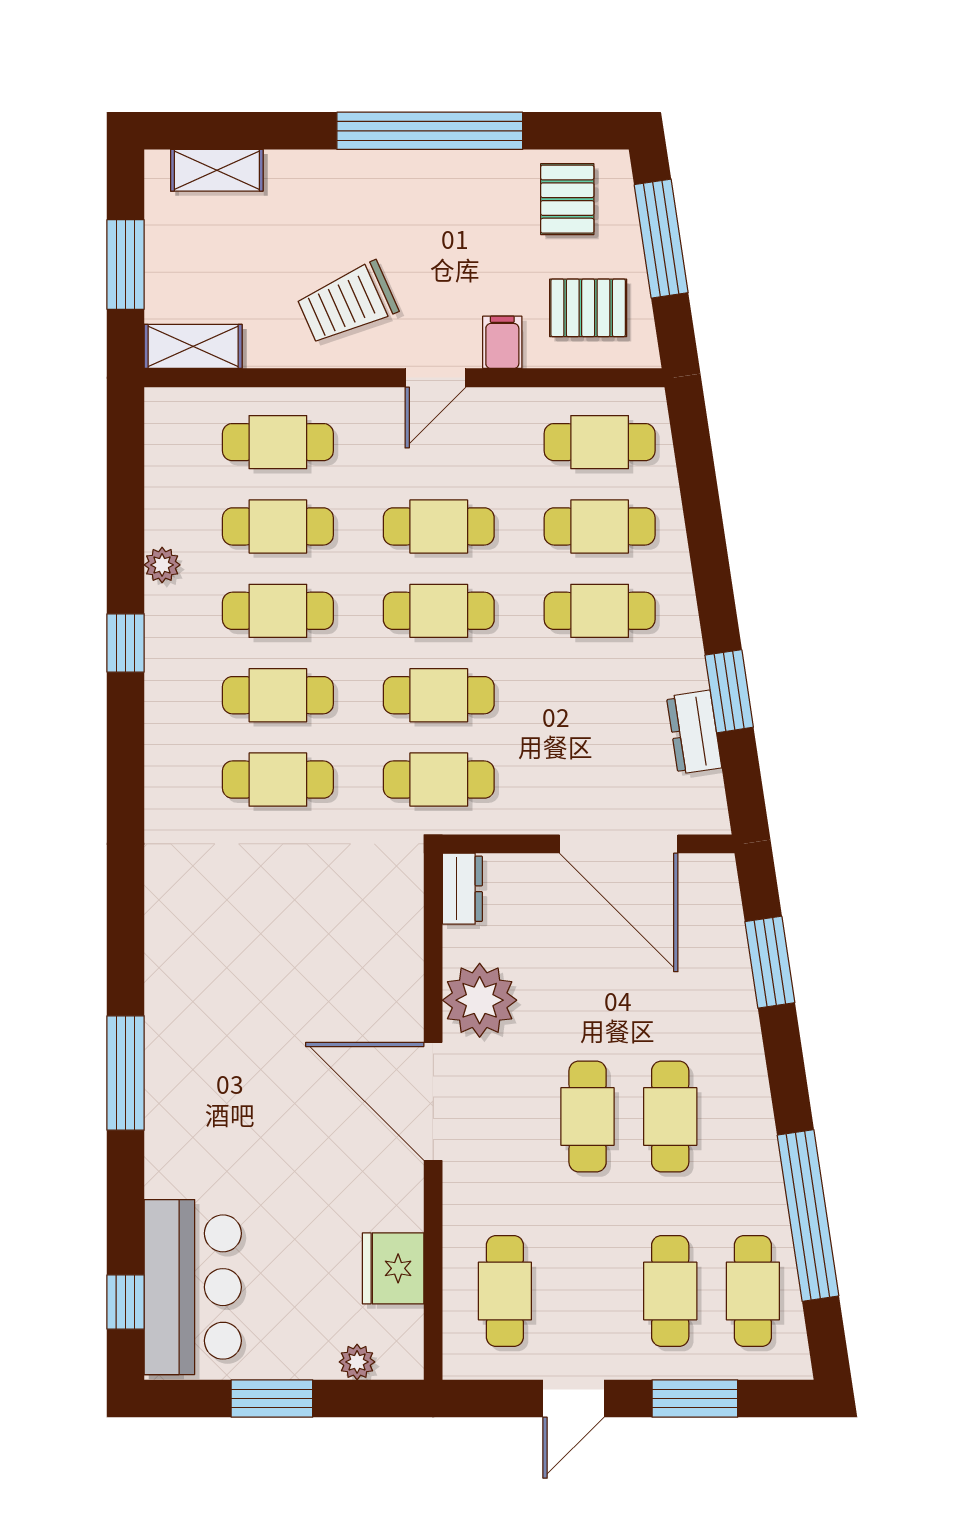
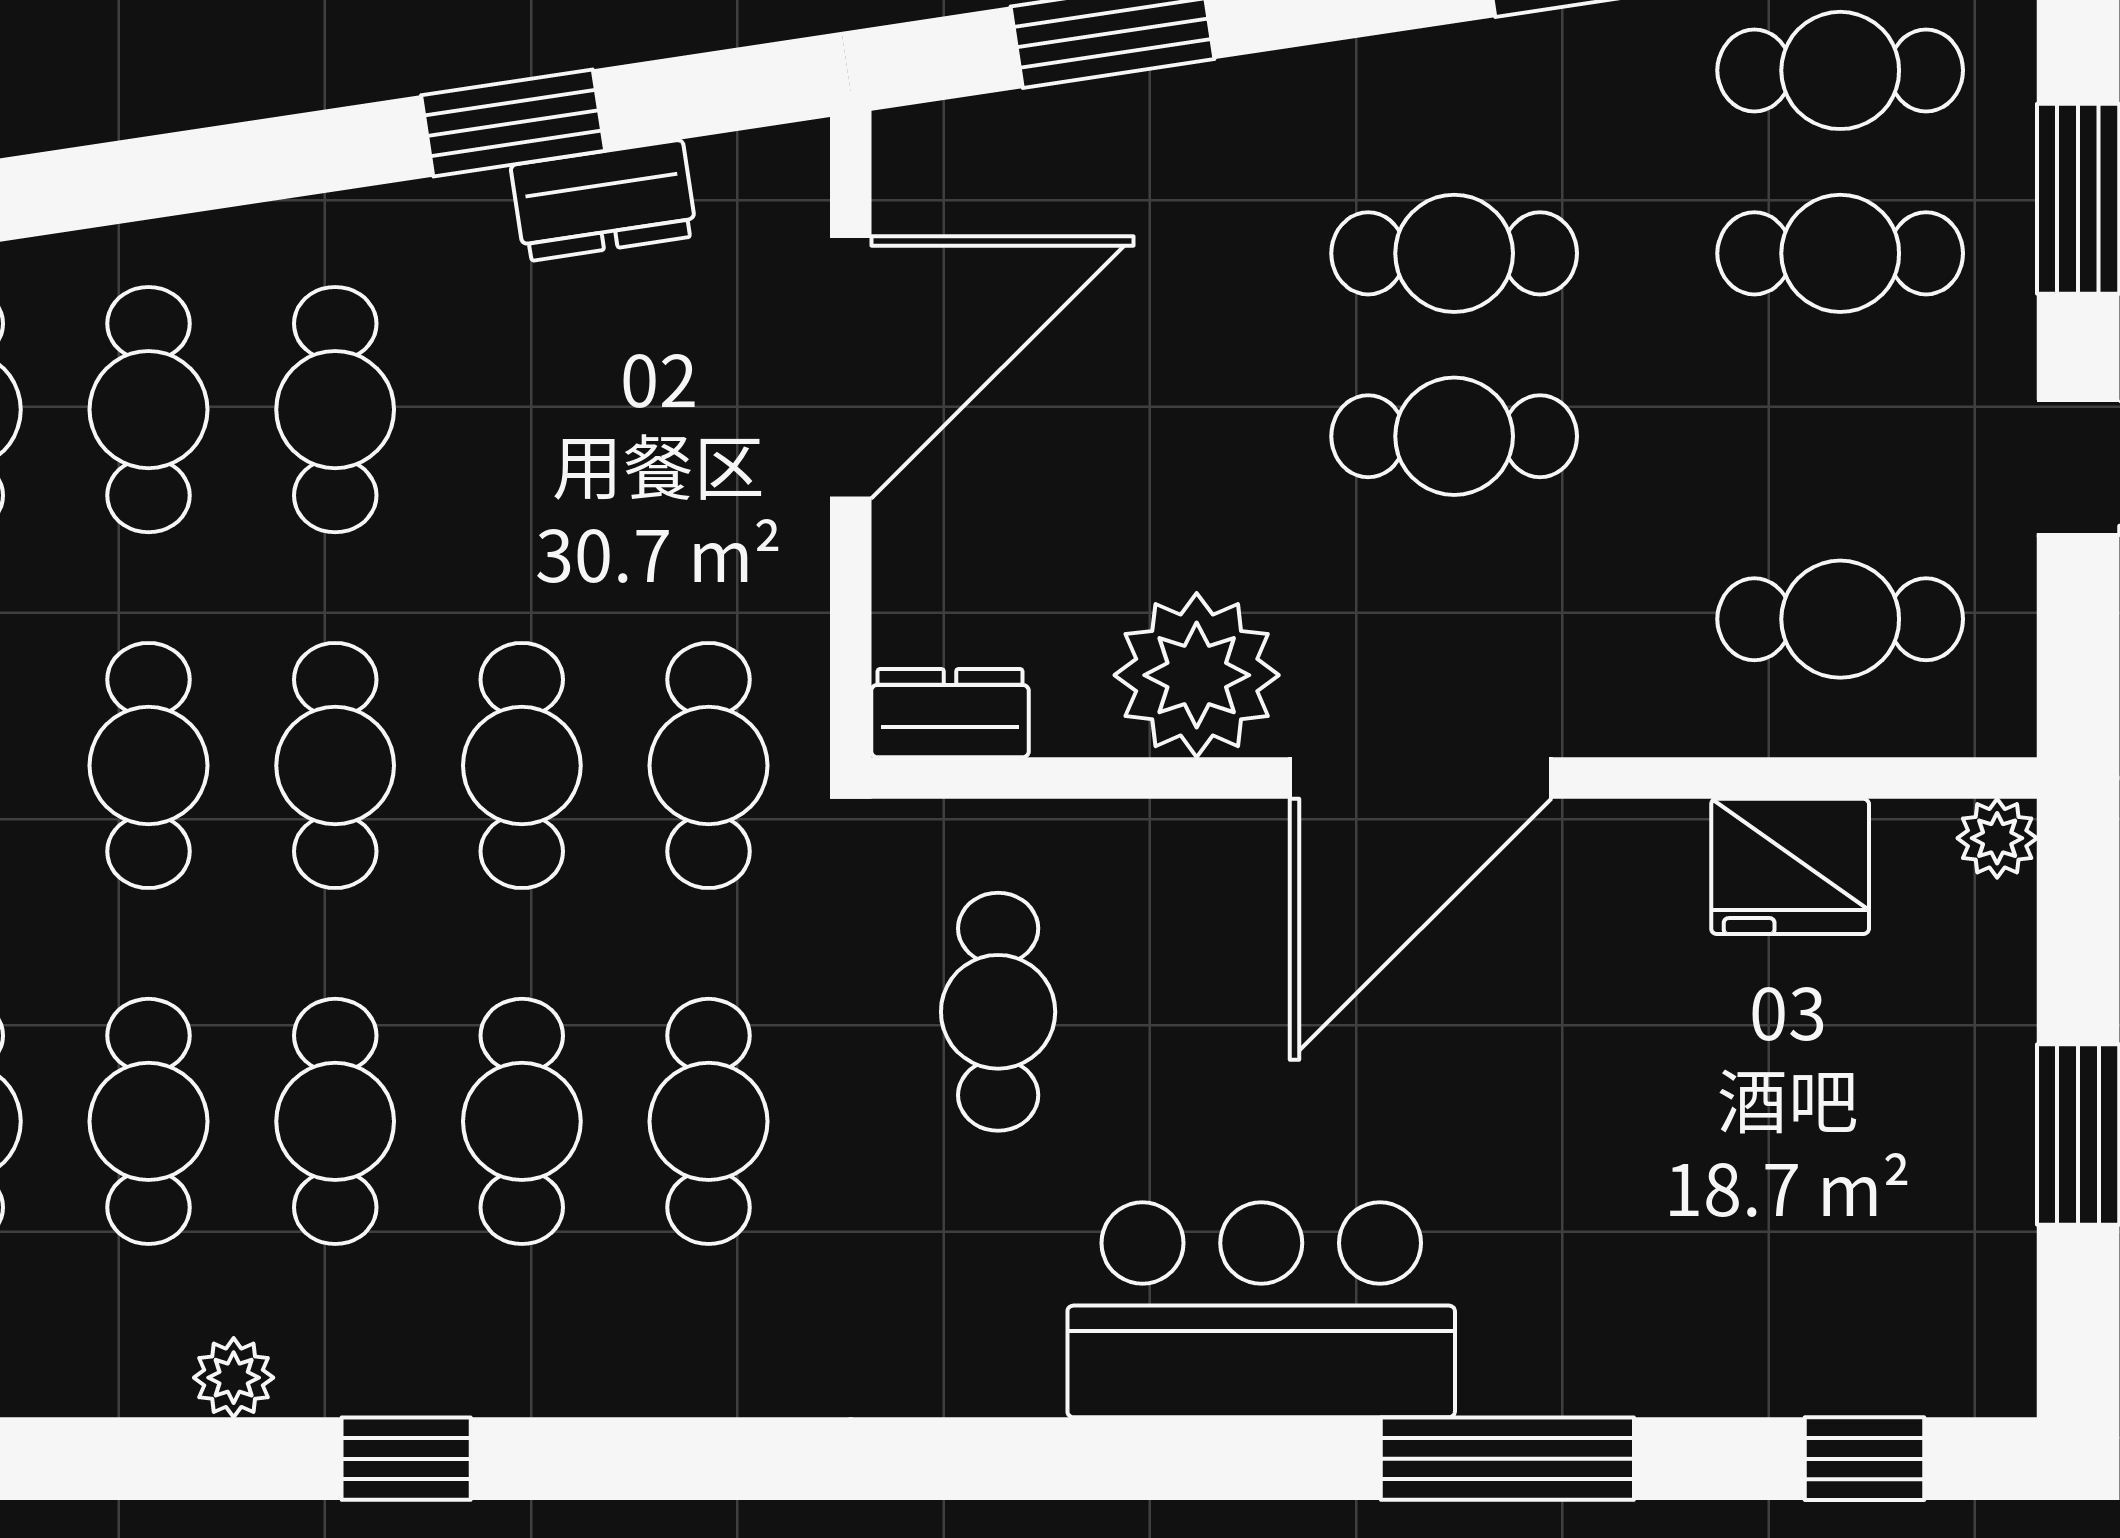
cafe table: (327, 910) -> (998, 1012), added
window: (126, 1073) -> (1507, 1459), moved
bar counter: (193, 1287) -> (1261, 1310), moved
plant: (357, 1362) -> (1997, 838), moved

